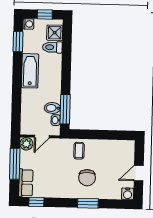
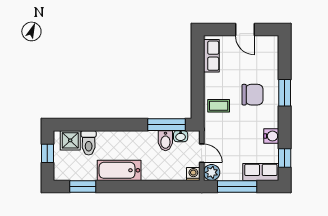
washing machine: (28, 24) -> (193, 174), moved
row of seats: (119, 146) -> (211, 56), added
water cooler: (128, 194) -> (271, 136), moved

